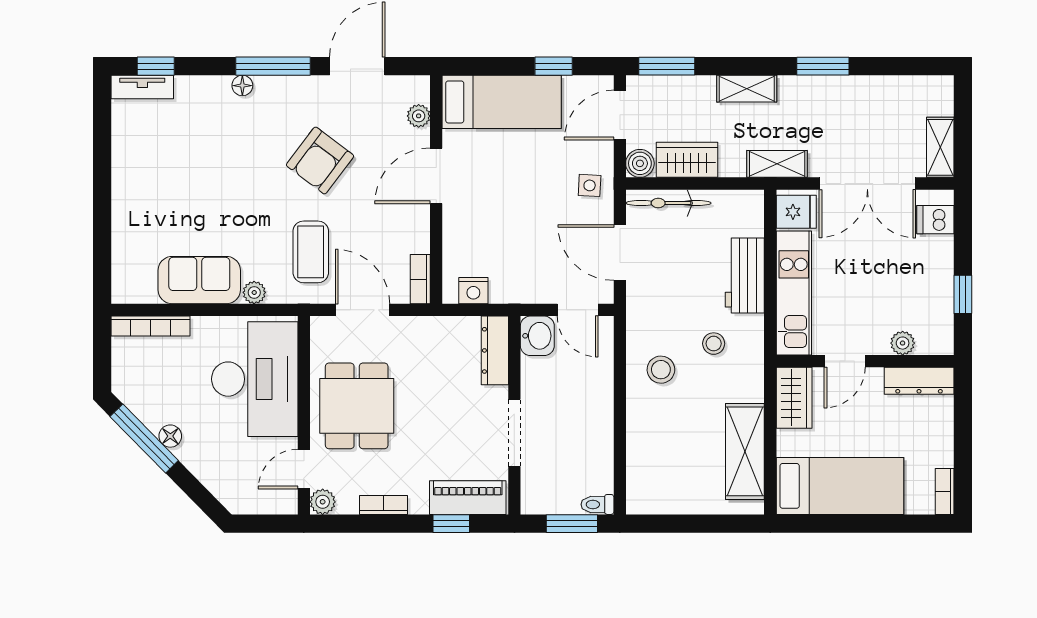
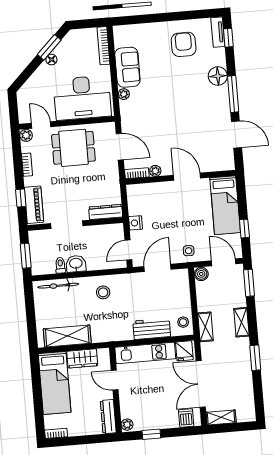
floor lamp: (242, 86) -> (218, 76), width x1.89, depth x1.89
plant: (419, 116) -> (155, 171), moved
armchair: (320, 160) -> (184, 44), moved, turned 53
wardrobe: (687, 160) -> (205, 296), removed
shelving: (777, 164) -> (205, 327), moved
bicycle: (668, 203) -> (58, 286), moved, turned -90
coffee table: (311, 252) -> (146, 120), removed
nightstand: (473, 291) -> (135, 223), moved
door: (363, 310) -> (120, 147), hinge flipped
washbasin: (537, 336) -> (76, 264), moved, turned 180
plant: (903, 343) -> (127, 425), moved
stool: (714, 344) -> (183, 322), moved
wardrobe: (794, 398) -> (82, 358), moved
window: (144, 438) -> (49, 47), width x0.69
toilet: (597, 504) -> (60, 265), moved

